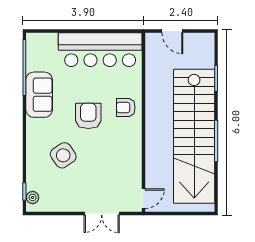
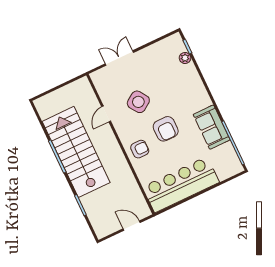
stairs: (194, 136) -> (76, 152), width x0.73
side table: (63, 155) -> (138, 102), moved
plant: (33, 197) -> (185, 58), moved
door: (143, 199) -> (106, 114), moved

